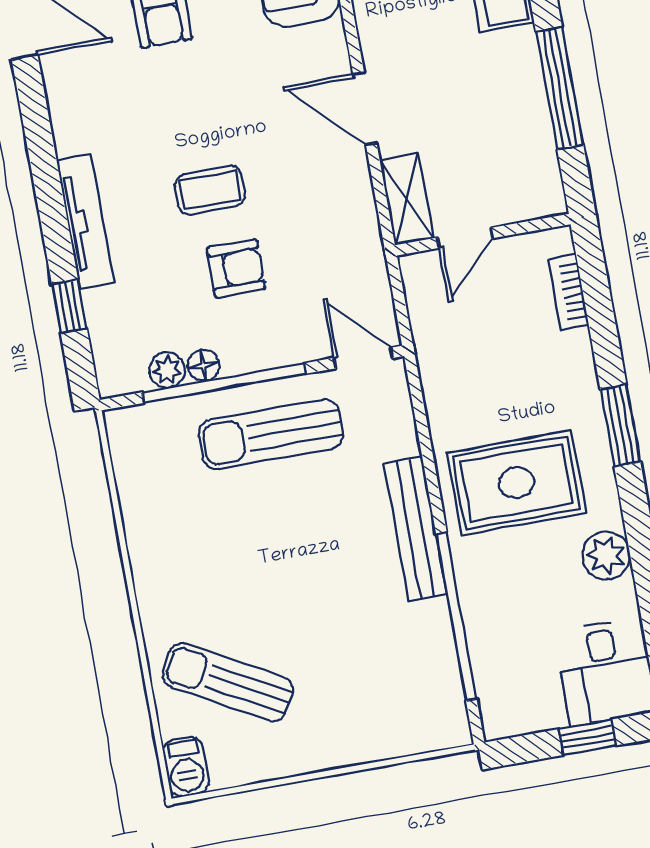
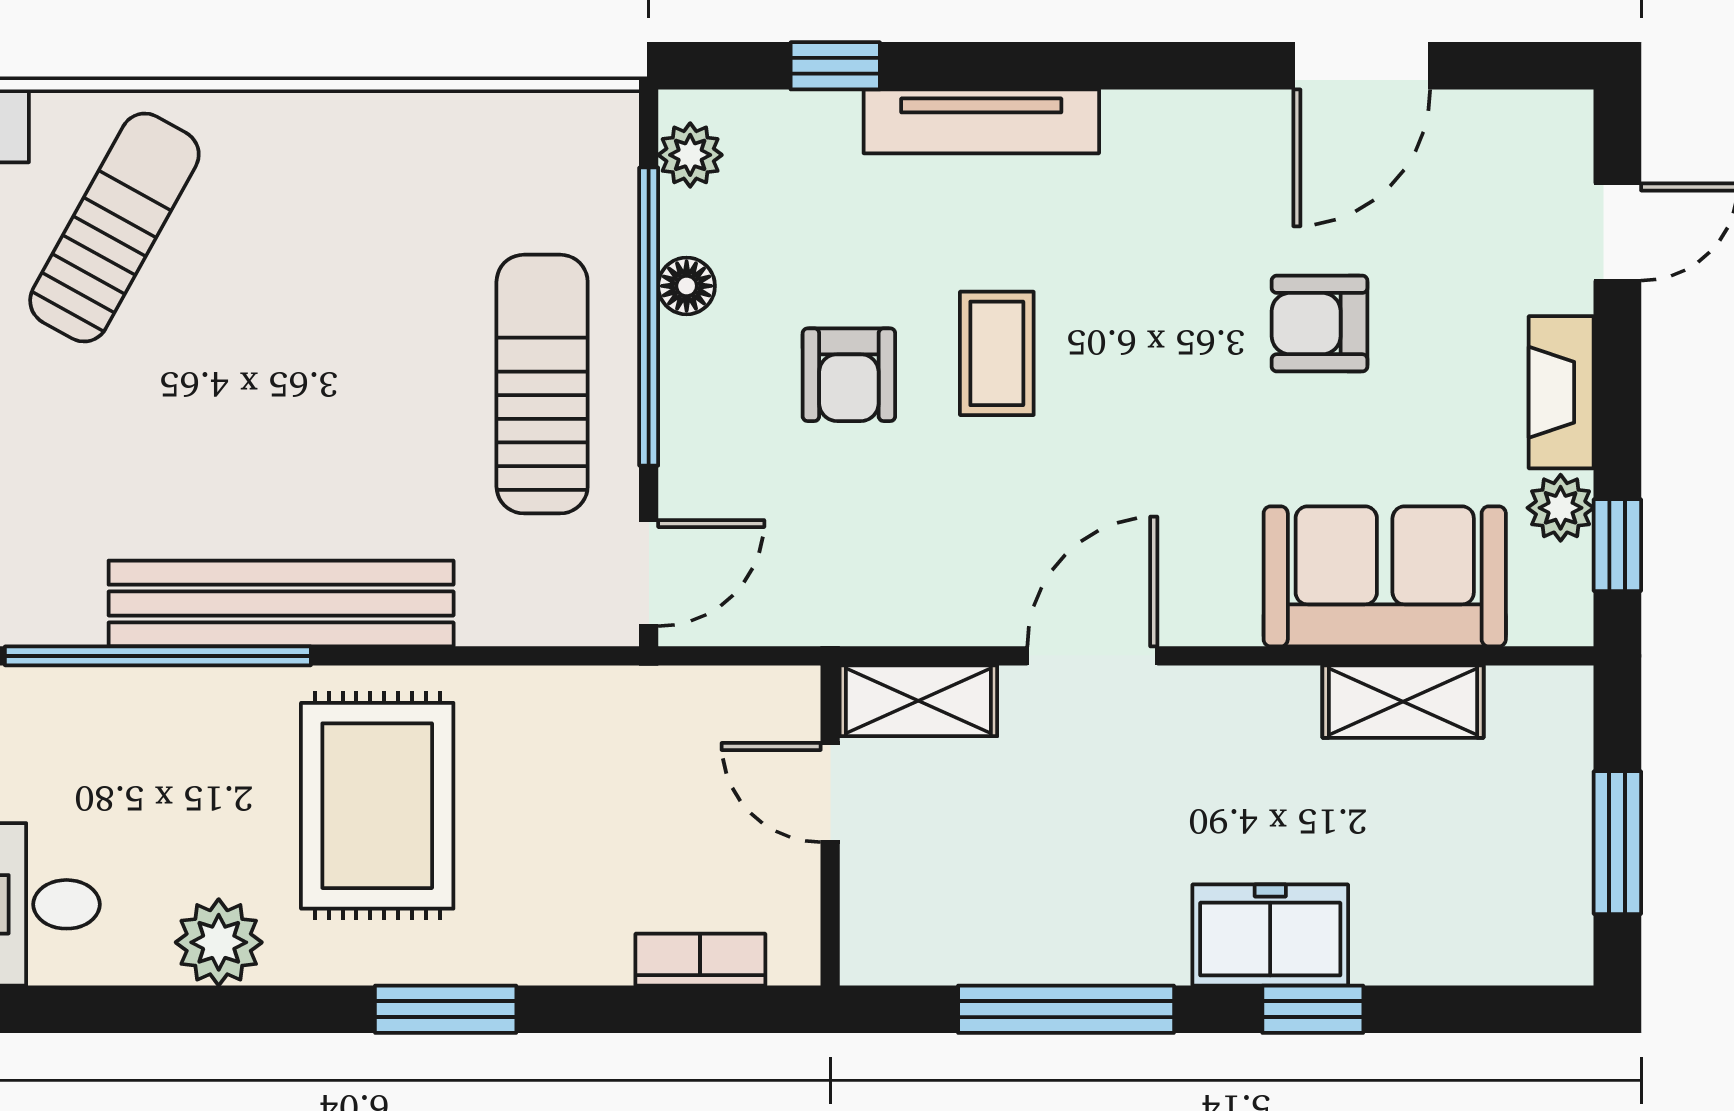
plant: (167, 370) -> (690, 155), moved
bench: (415, 529) -> (281, 604), width x1.37, depth x1.21

